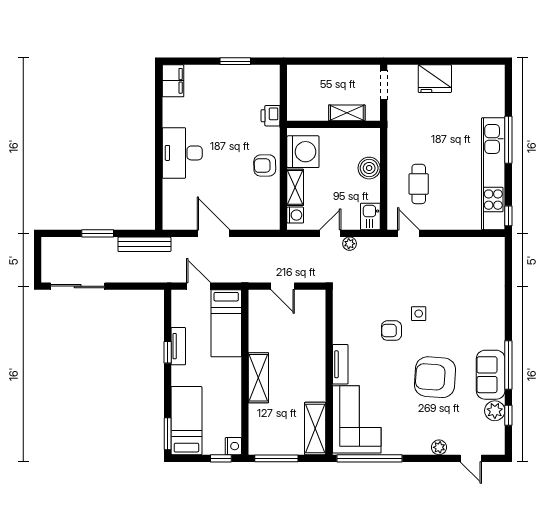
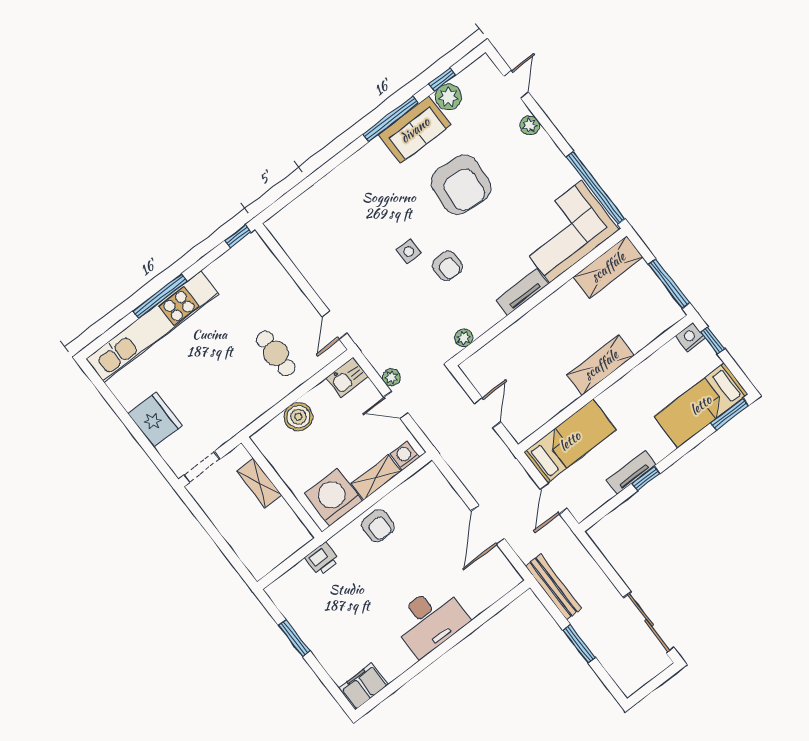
kitchen unit: (493, 174) -> (152, 327), moved
cafe table: (419, 184) -> (276, 353), turned 90
plant: (340, 307) -> (464, 338), added

